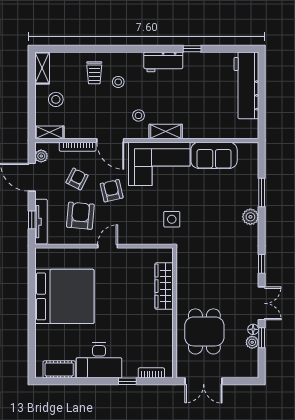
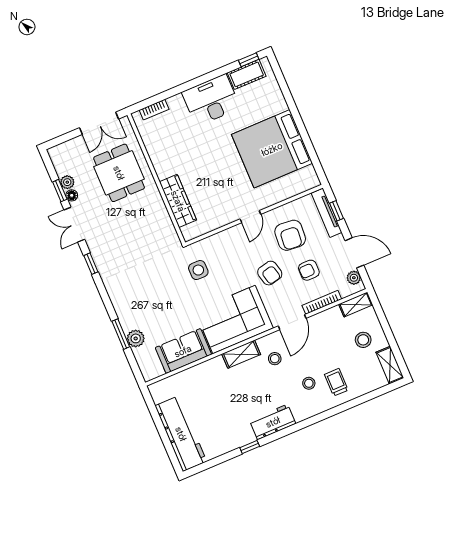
door: (110, 140) -> (292, 322), swing flipped
armchair: (77, 179) -> (309, 270), turned 63
plant: (250, 217) -> (136, 338), moved
window: (127, 381) -> (249, 60), moved
double door: (204, 381) -> (99, 123), swing flipped

